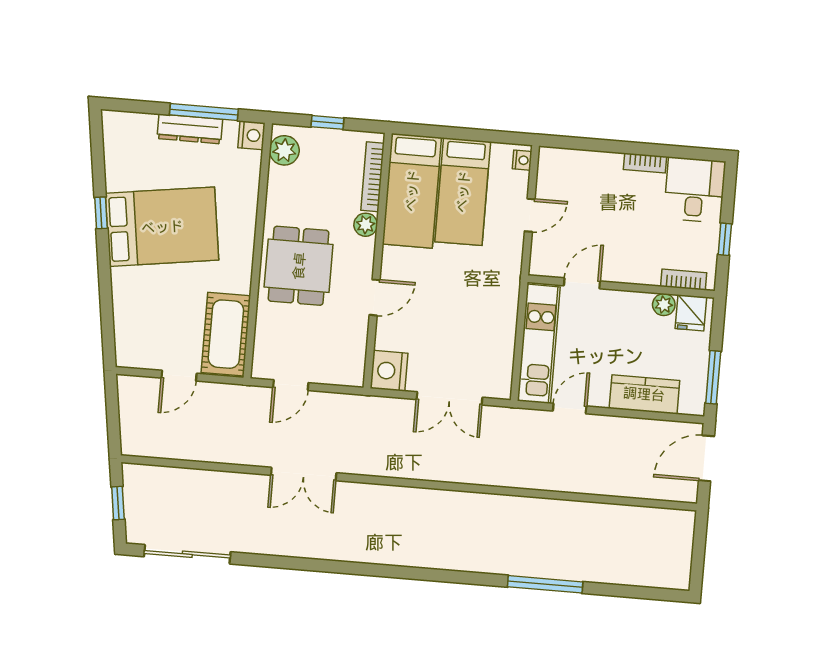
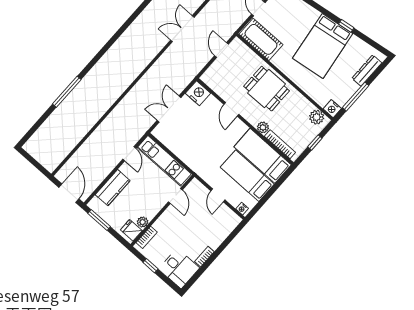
dresser: (190, 129) -> (367, 71), moved

